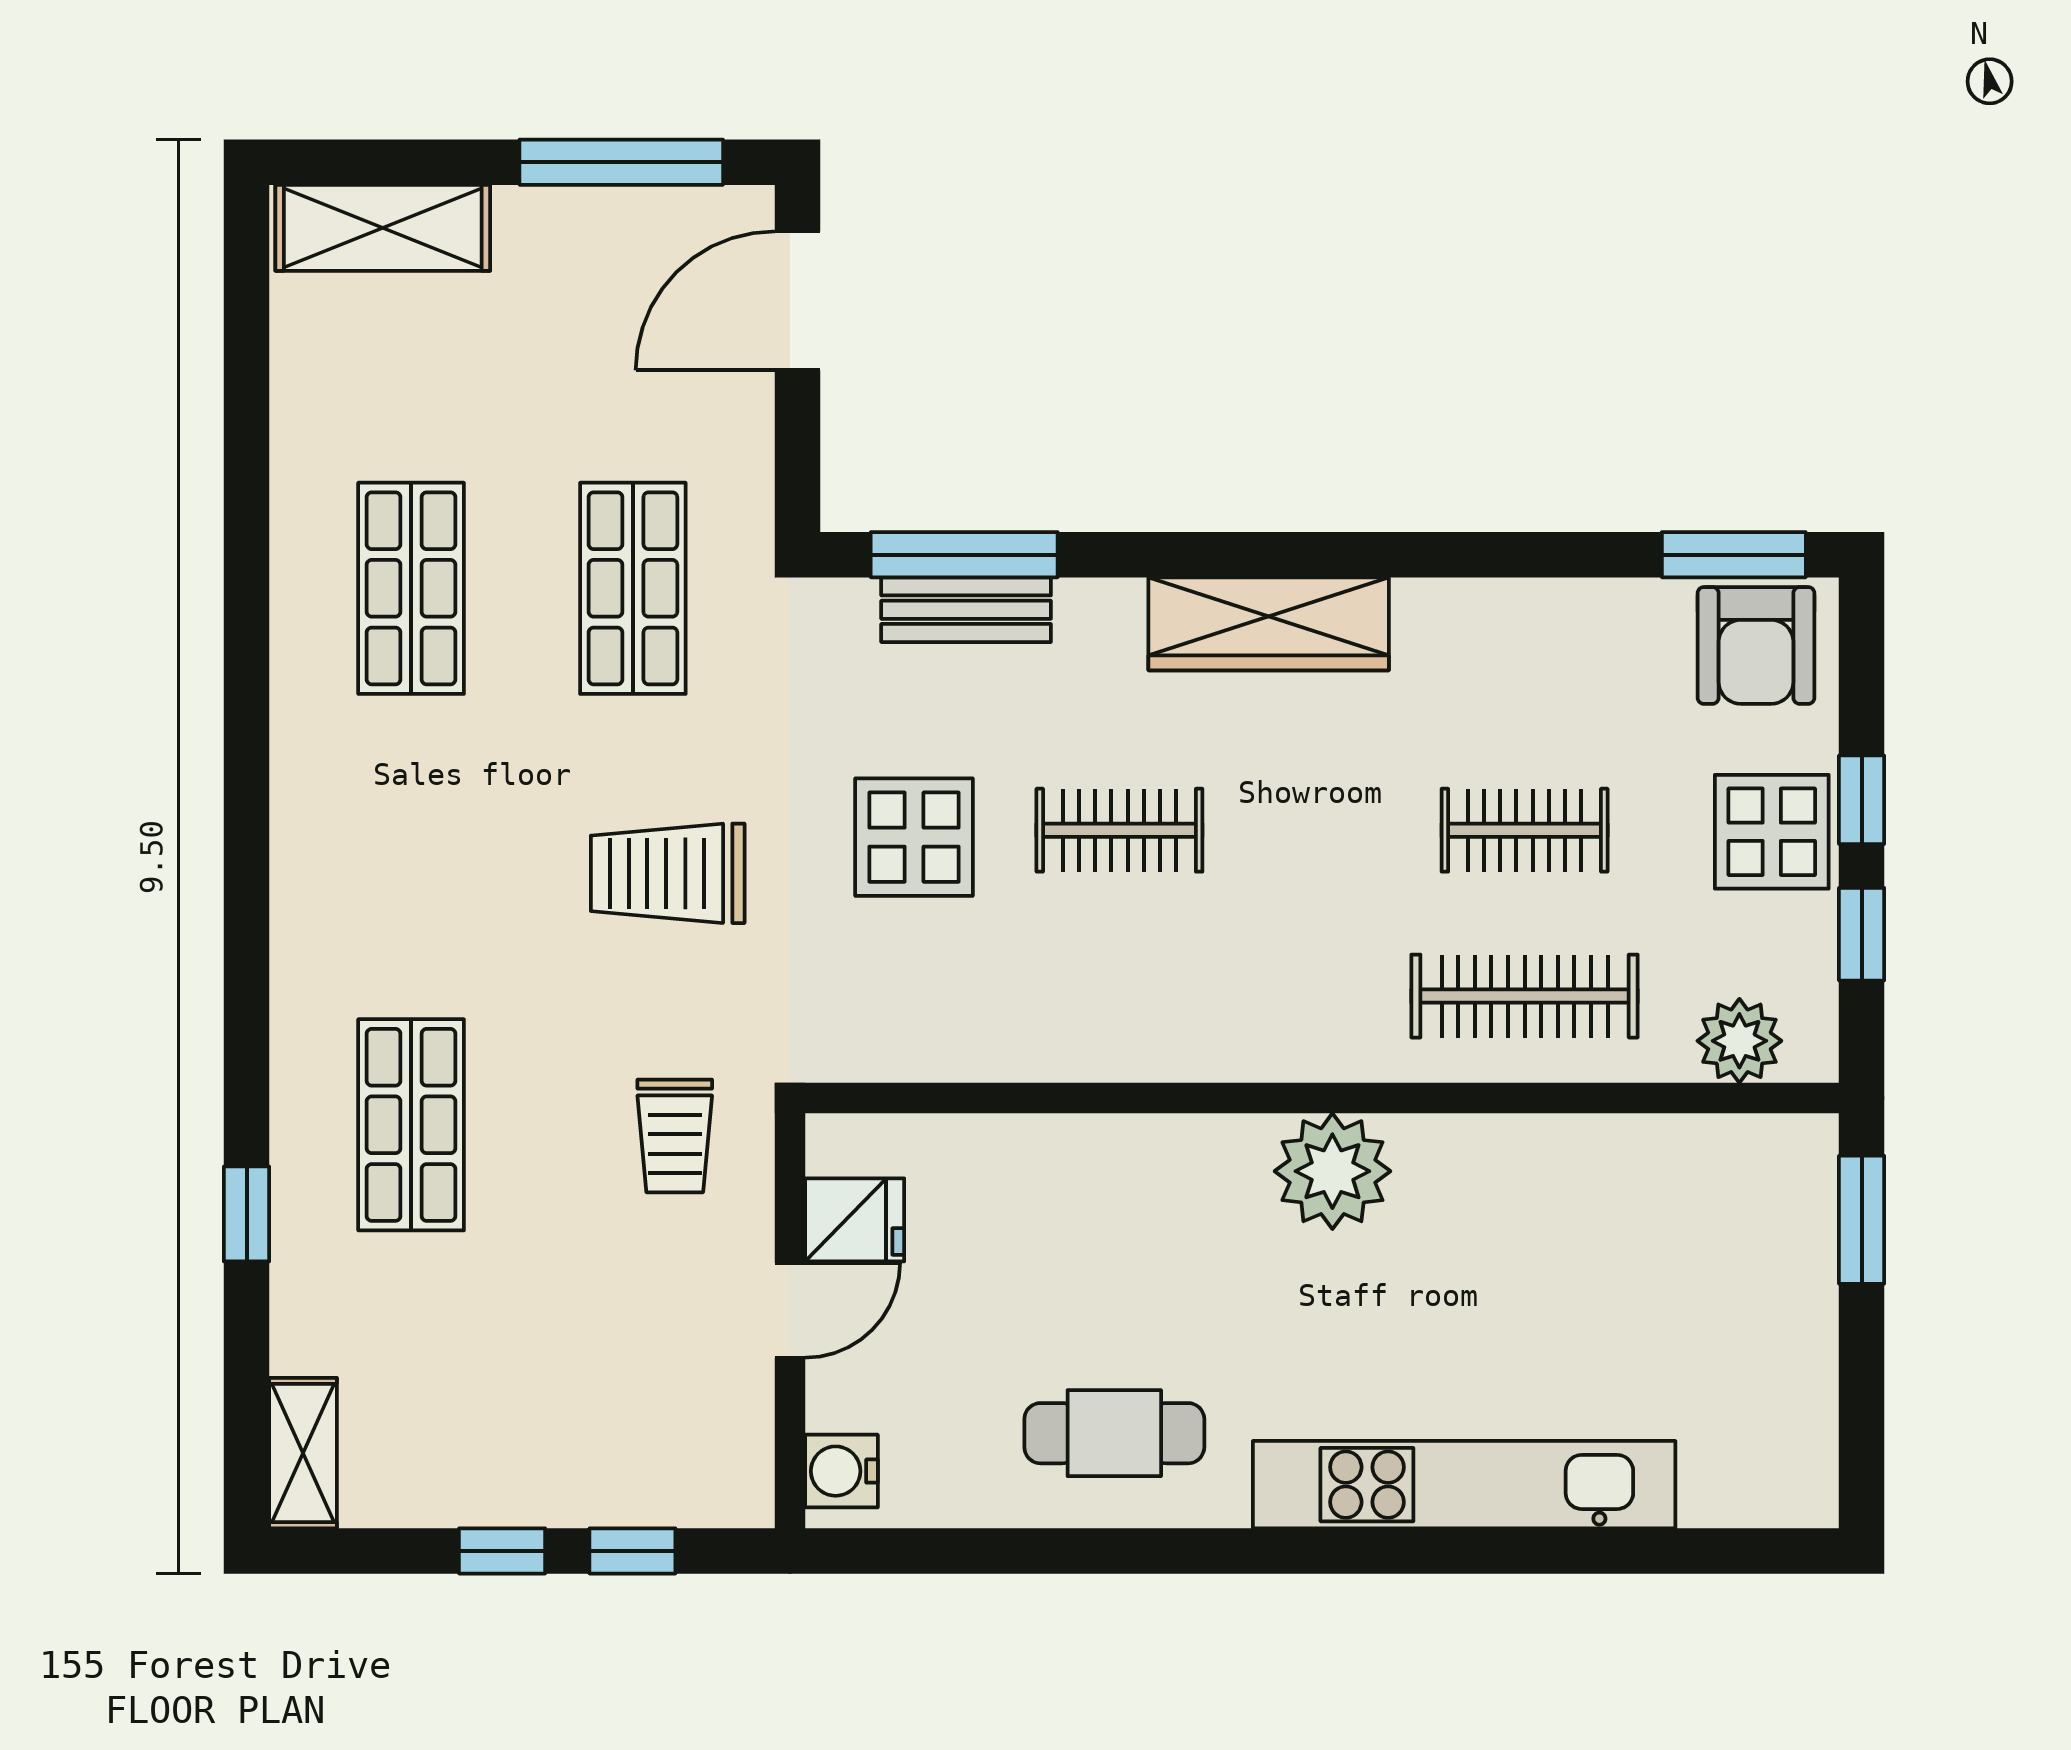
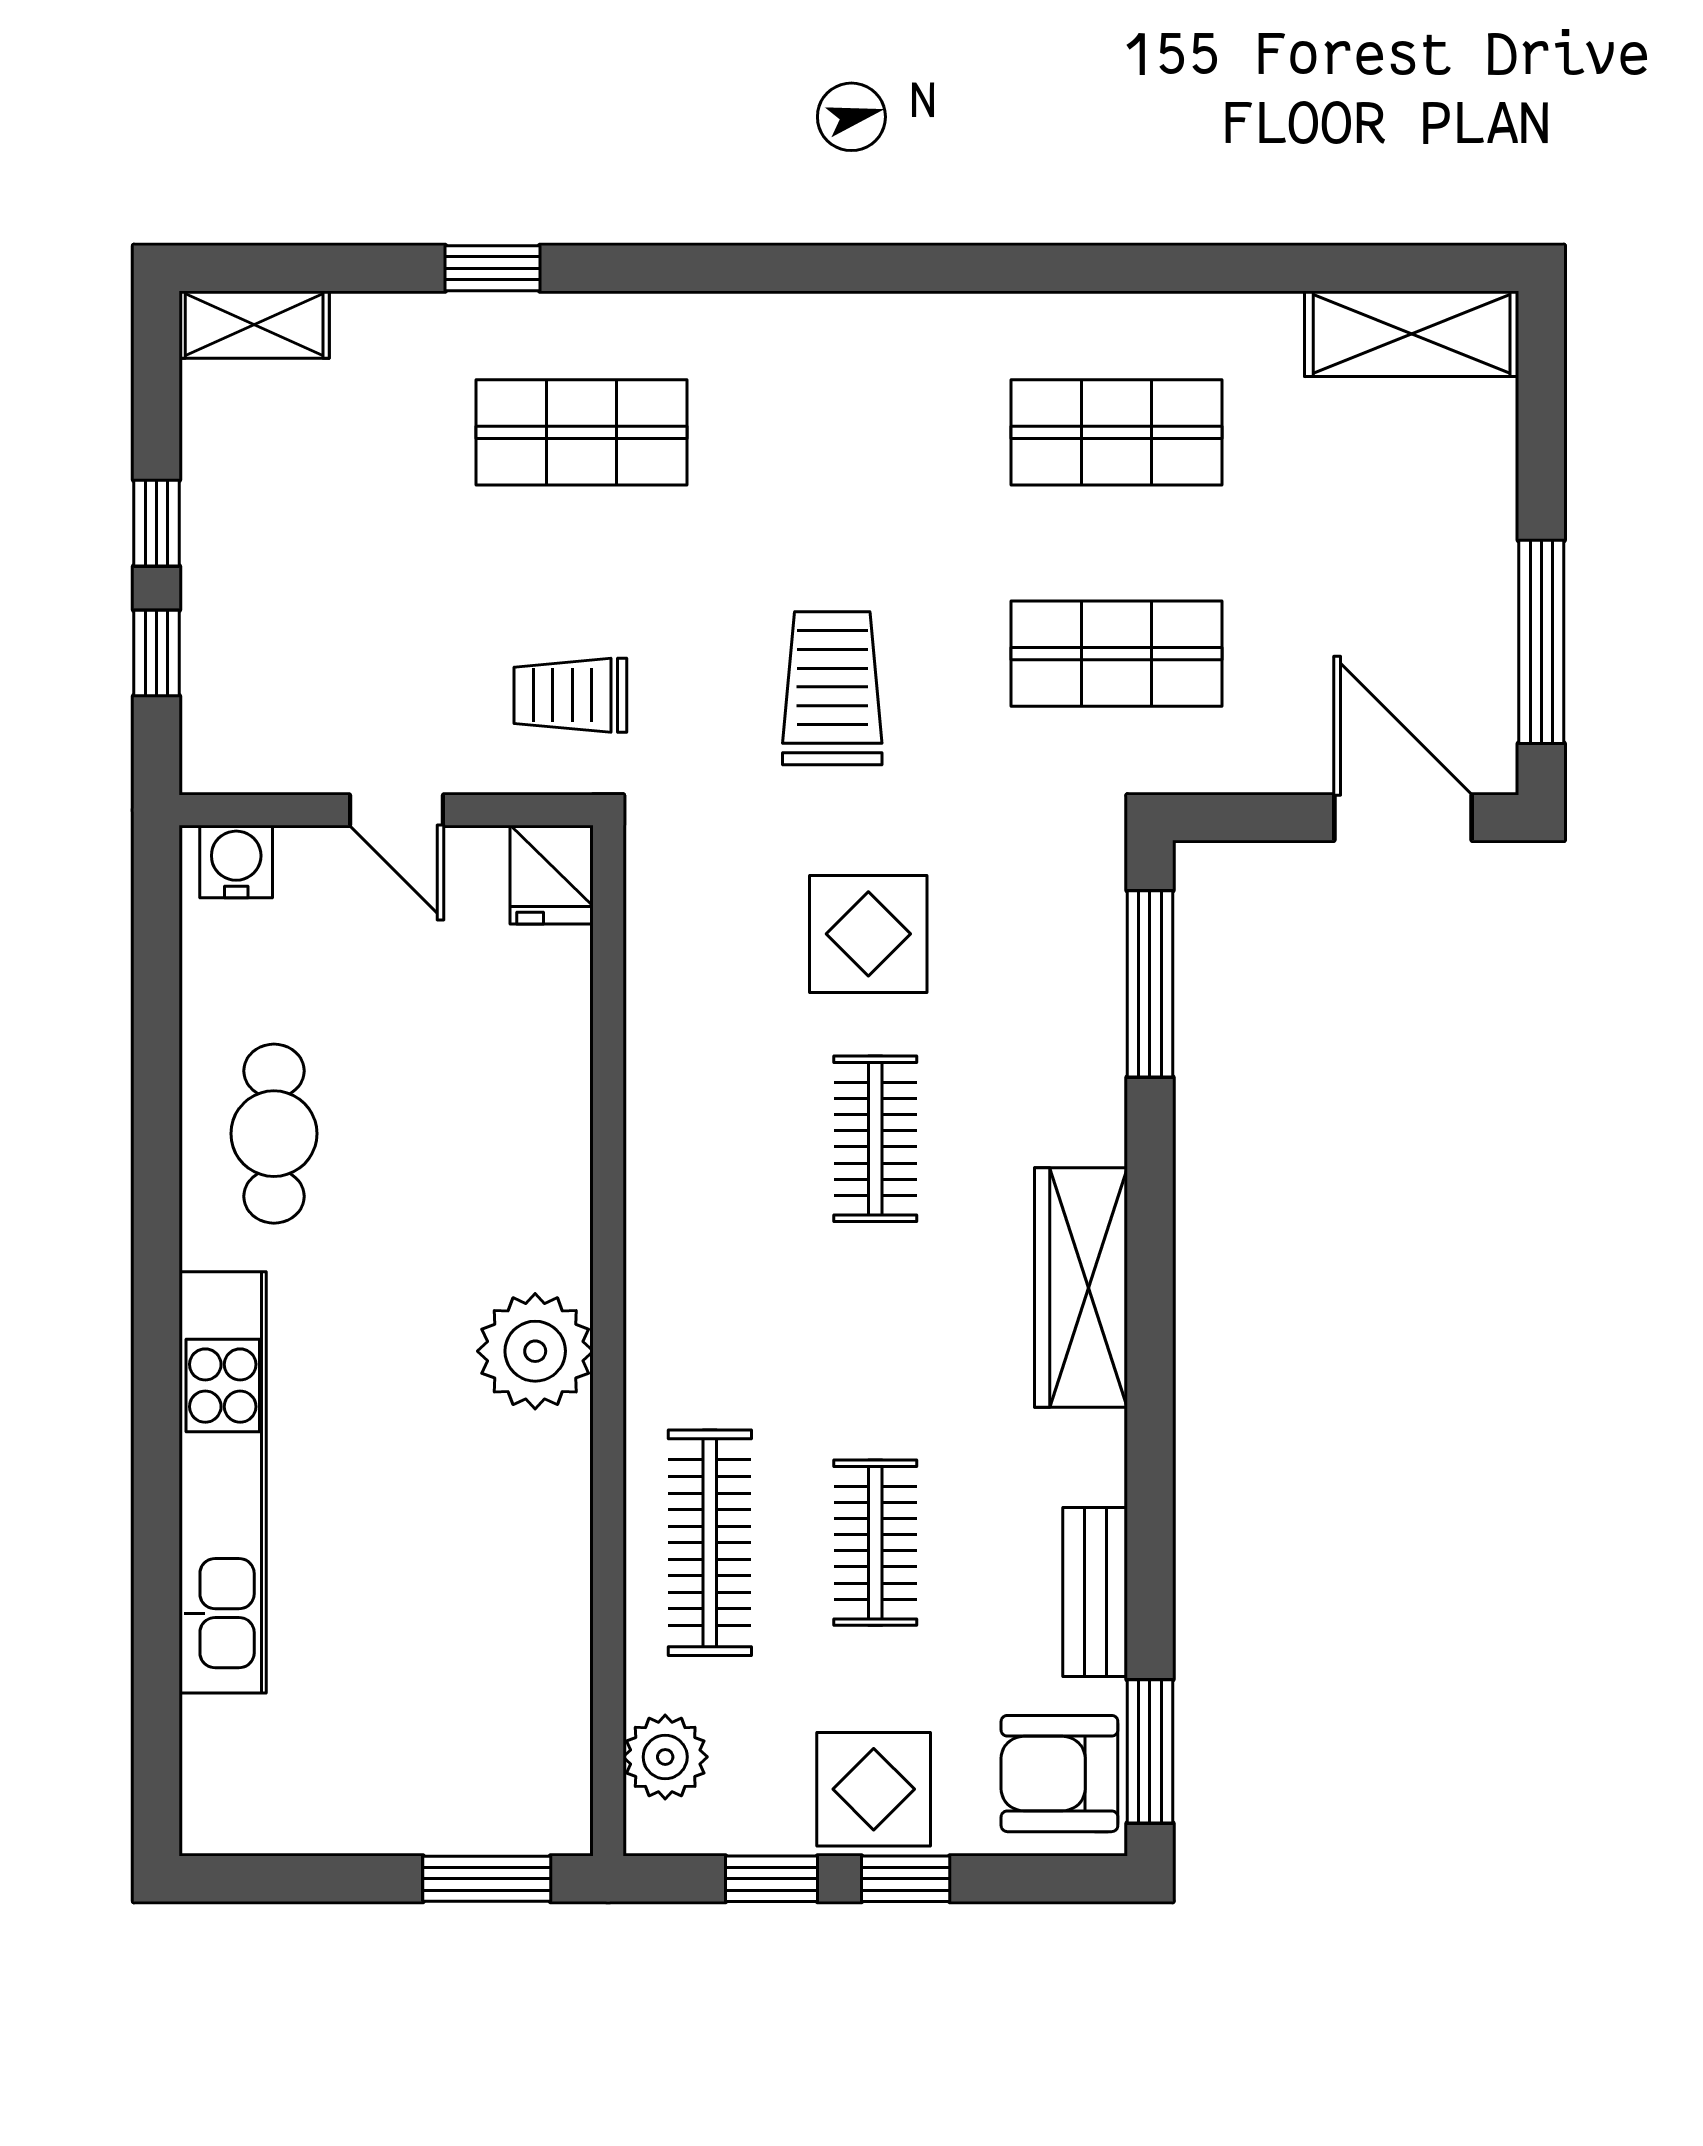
shelving: (383, 228) -> (1412, 334), moved, turned 90
bench: (966, 610) -> (1095, 1592), moved
fridge: (855, 1220) -> (552, 875), moved

